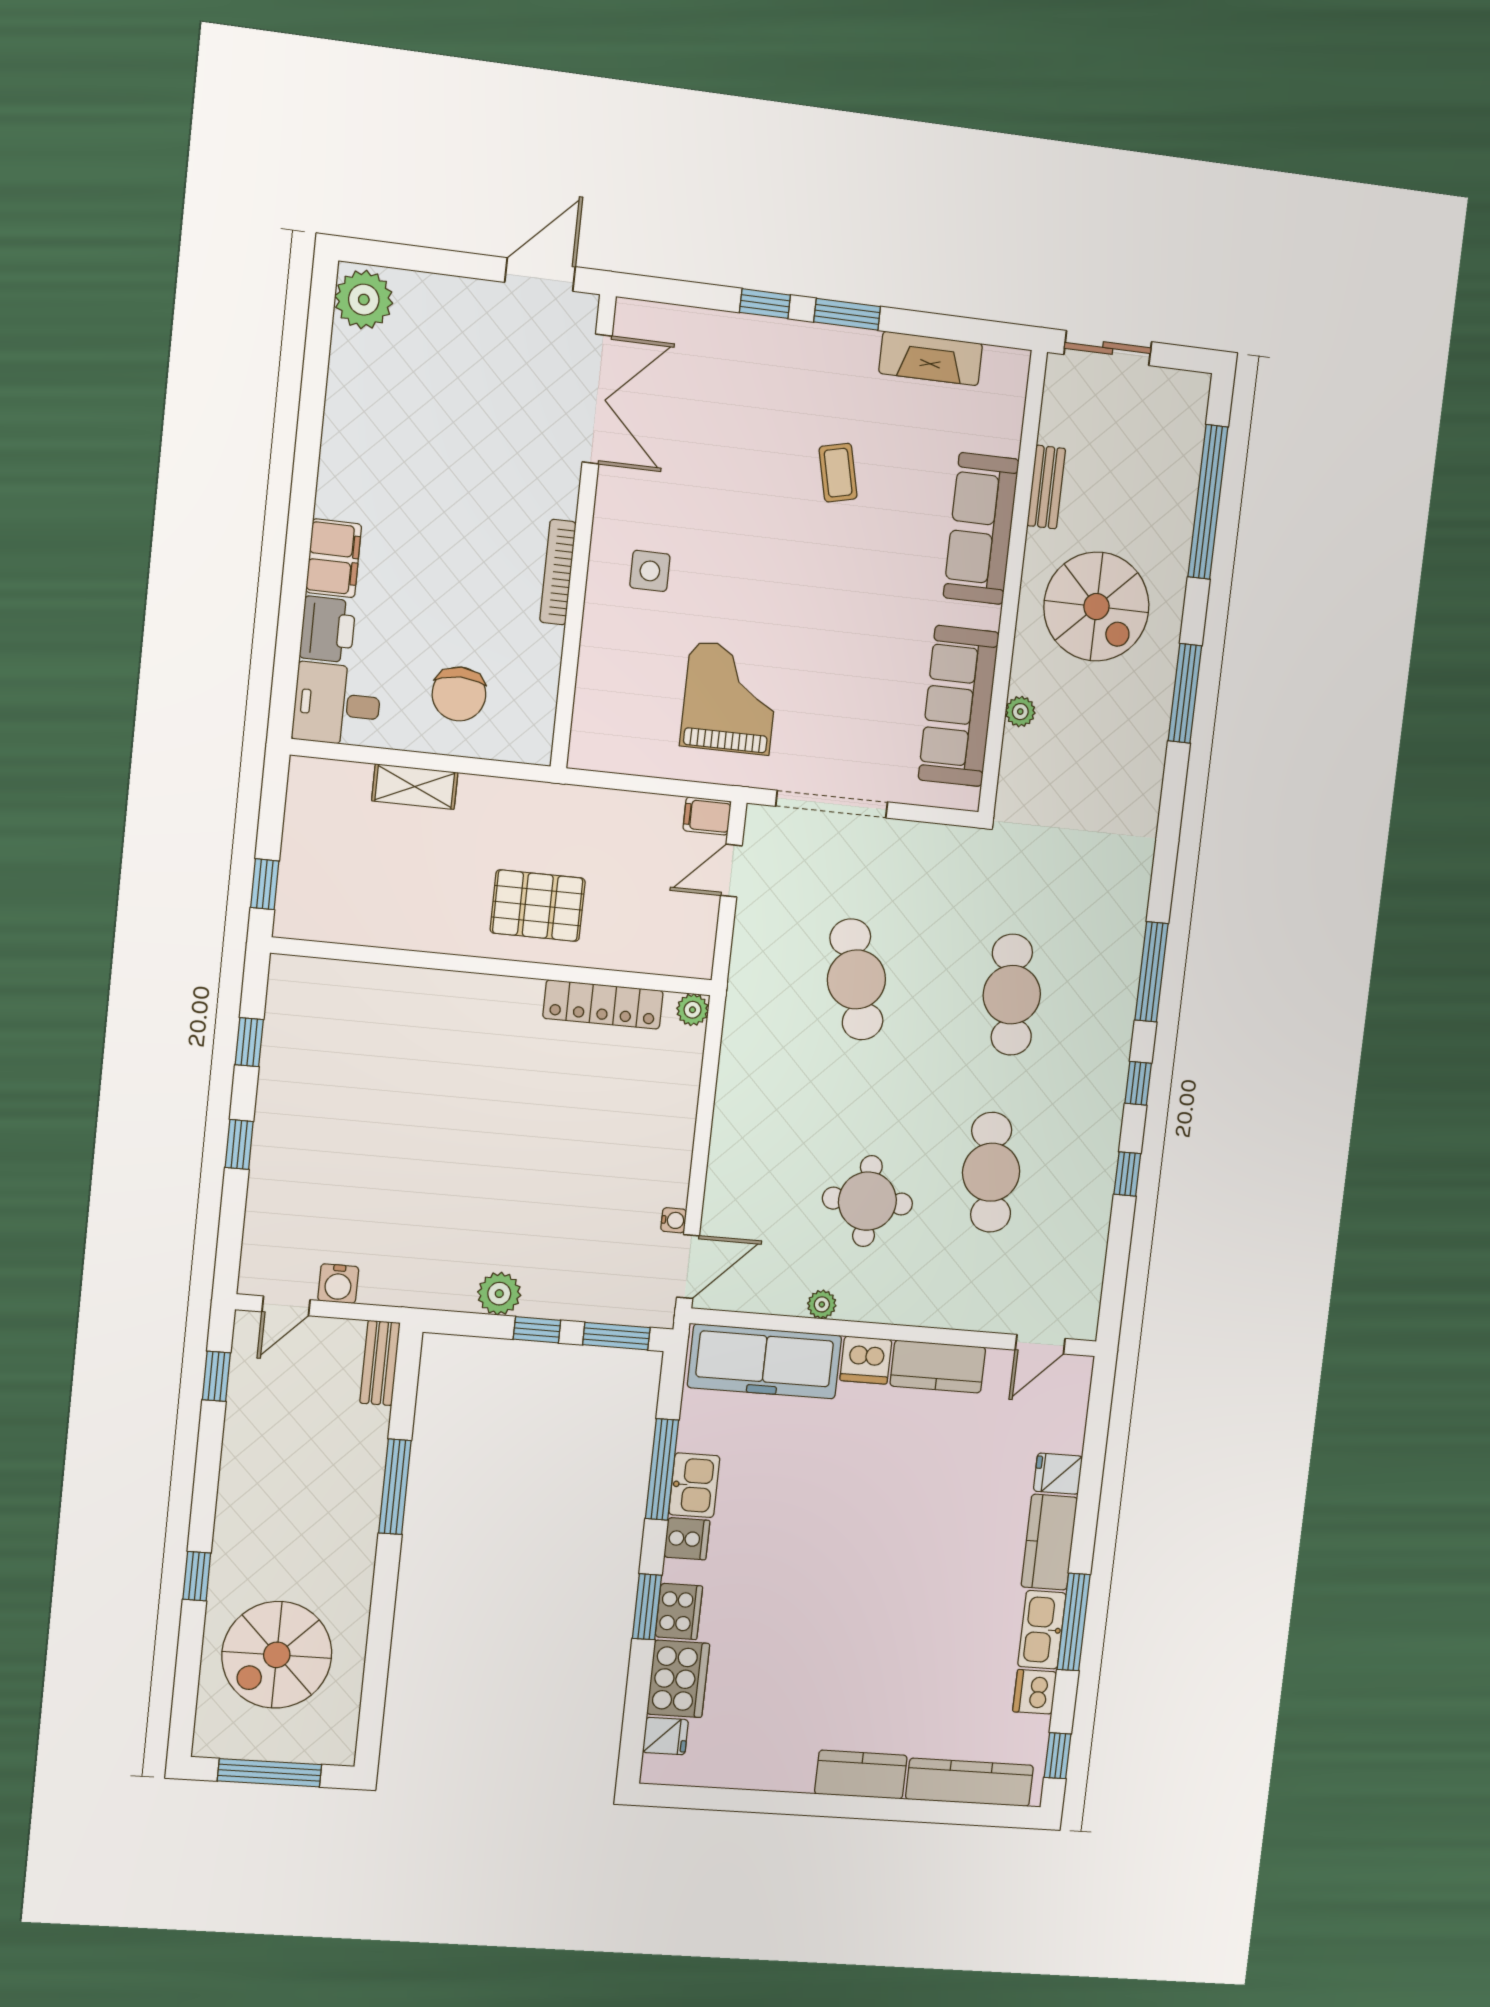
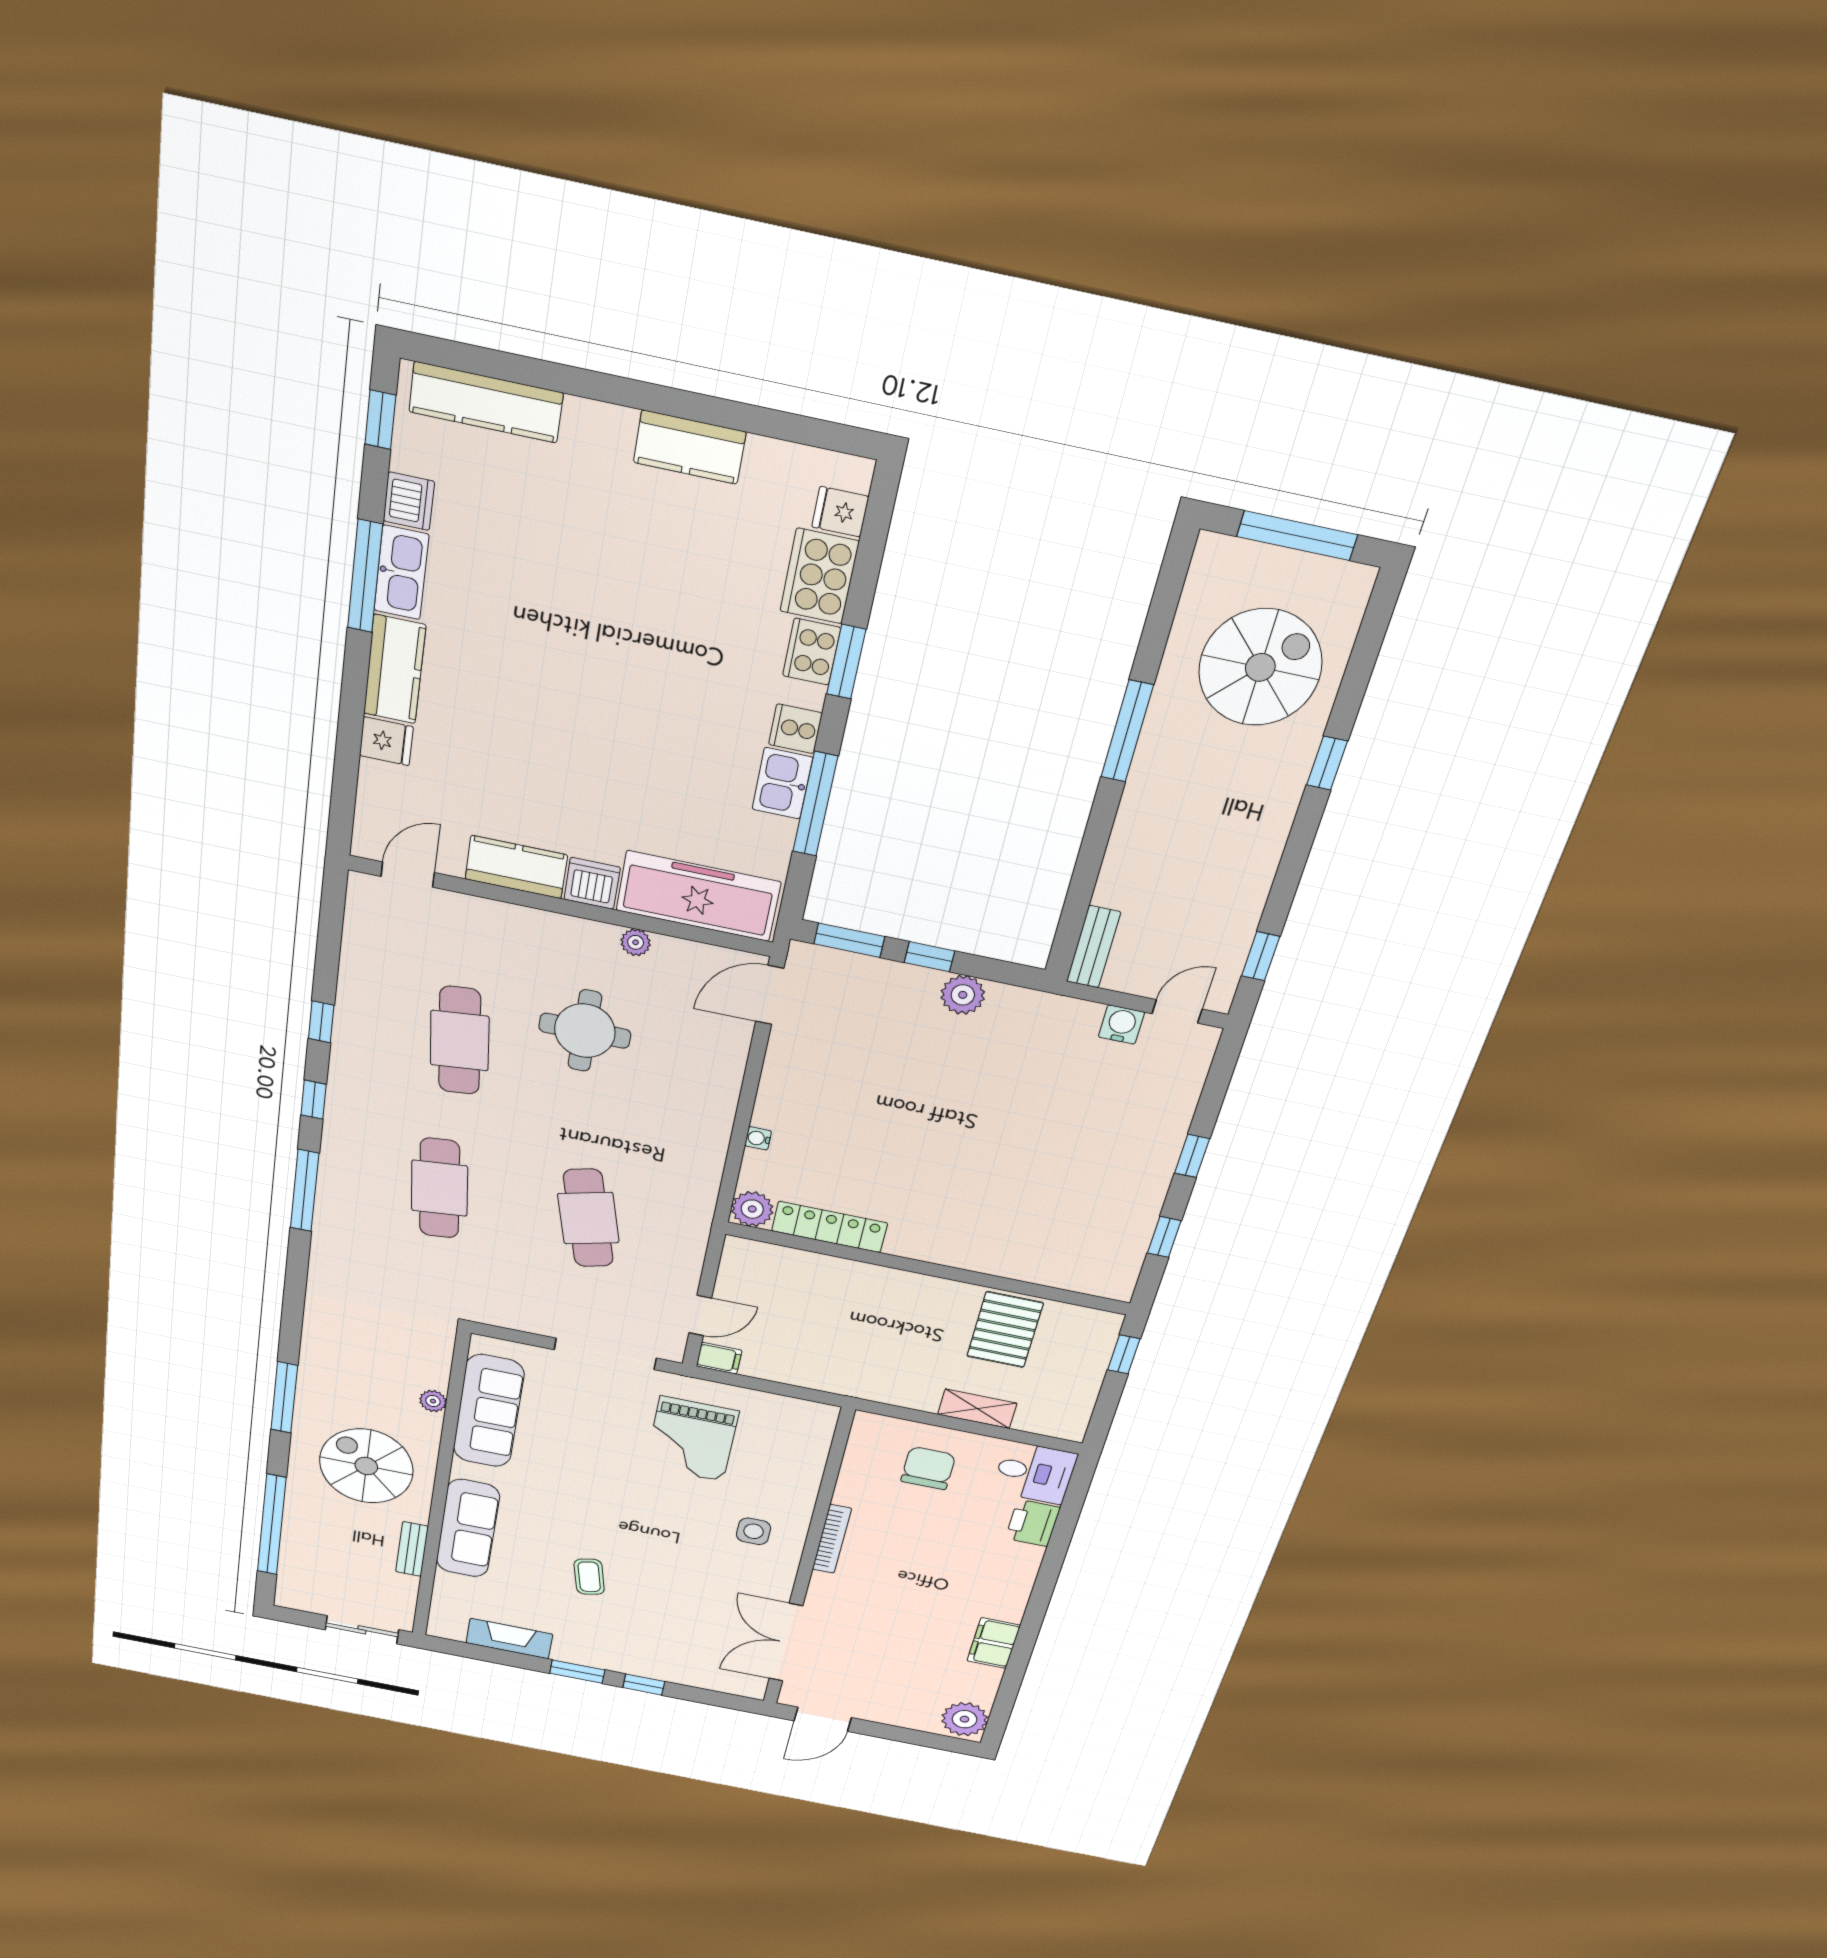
filing cabinet: (334, 558) -> (994, 1643), moved
pallet: (538, 906) -> (1005, 1330), moved, turned 90
plant: (692, 1010) -> (752, 1209), width x1.38, depth x1.38
water cooler: (674, 1220) -> (758, 1138), moved
window: (395, 1487) -> (1127, 731), moved
kitchen counter: (861, 1775) -> (690, 447), moved

